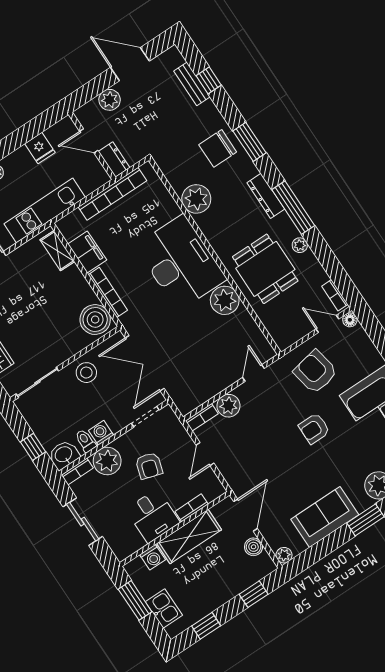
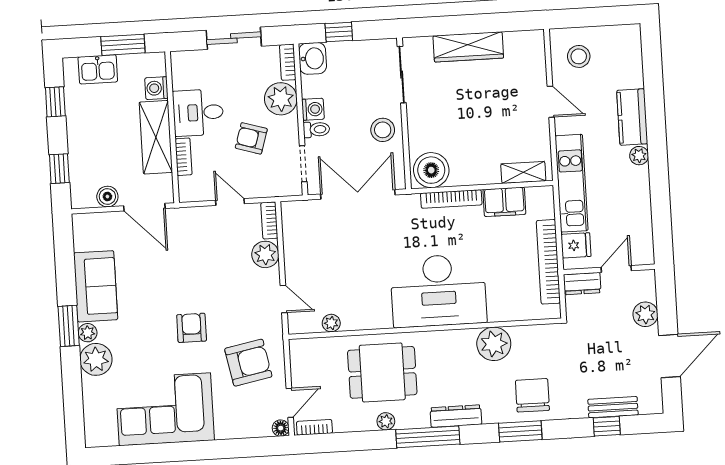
fridge: (40, 148) -> (576, 245), moved, turned 180
plant: (225, 300) -> (331, 323), moved, width x0.53, depth x0.53
toilet: (86, 441) -> (316, 129), moved
plant: (284, 555) -> (88, 333), moved

